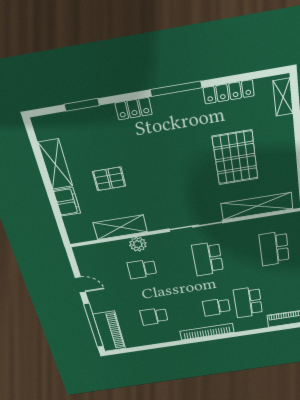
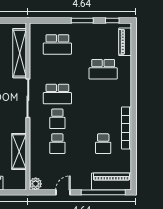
plant: (138, 244) -> (36, 184), moved
school desk: (216, 307) -> (57, 119), moved
bookcase: (207, 332) -> (126, 128), moved

